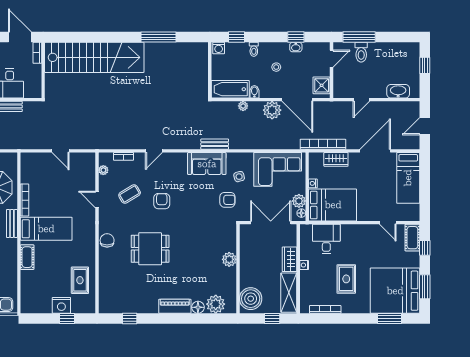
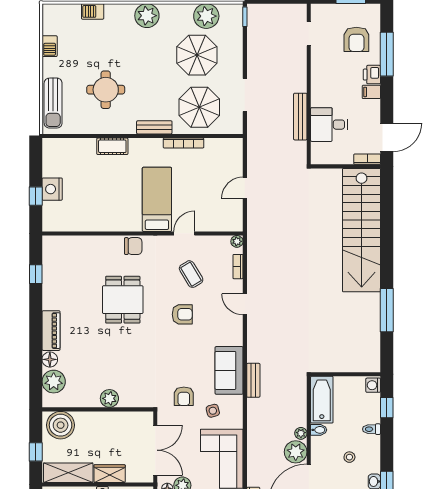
plant: (243, 106) -> (301, 433), moved
plant: (103, 170) -> (237, 241), moved
bed: (46, 229) -> (157, 199), moved, turned 180
rug: (80, 280) -> (84, 212), removed

